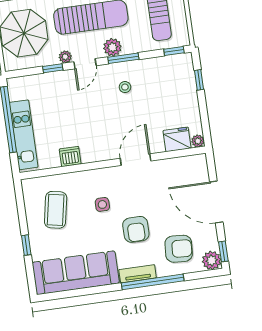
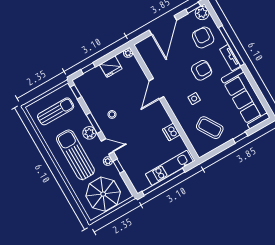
fridge: (177, 139) -> (111, 67), moved, turned -90
door: (136, 160) -> (156, 89), hinge flipped
coffee table: (56, 210) -> (210, 128), turned 47

